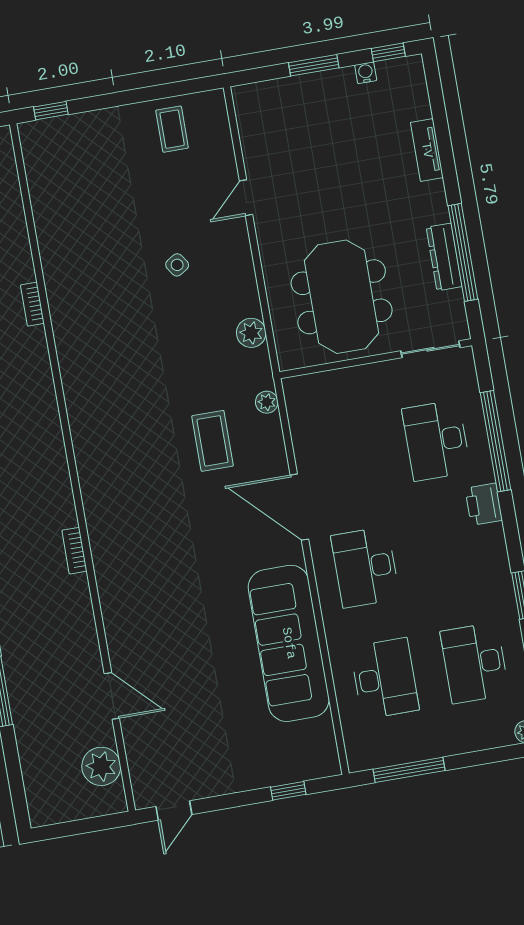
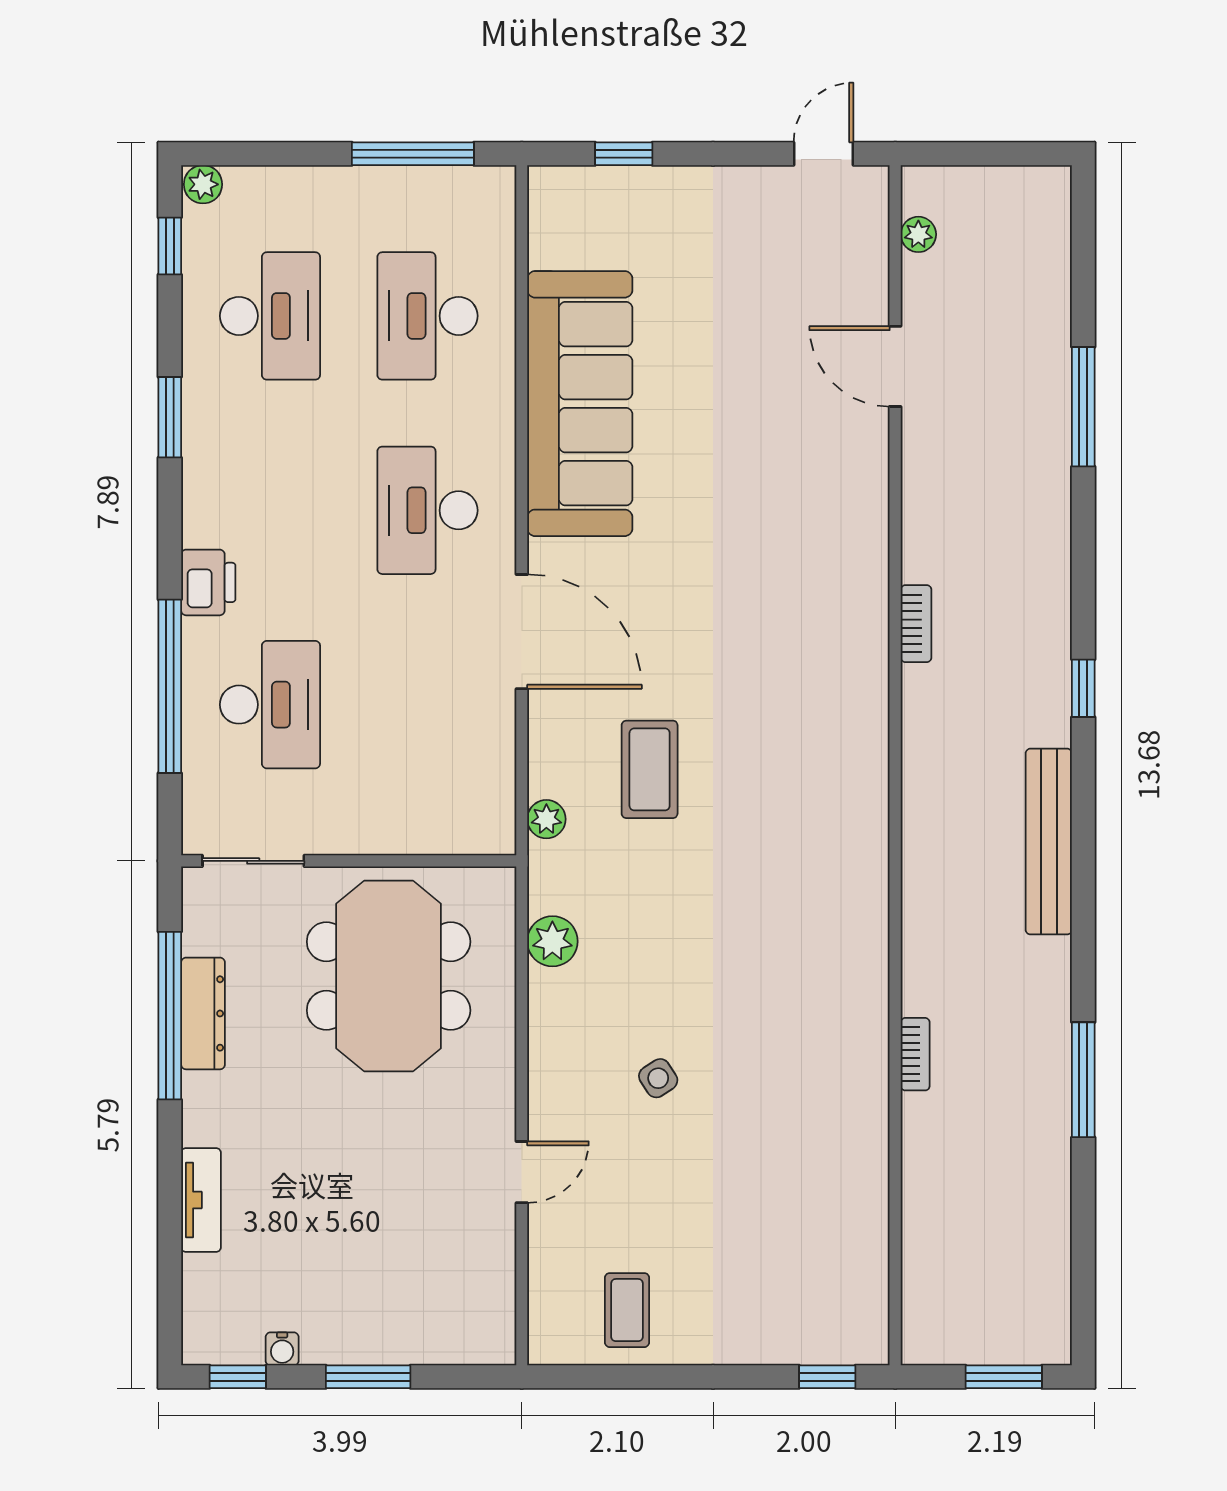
desk: (365, 567) -> (428, 510), turned 180
plant: (101, 766) -> (918, 234), width x0.53, depth x0.53

